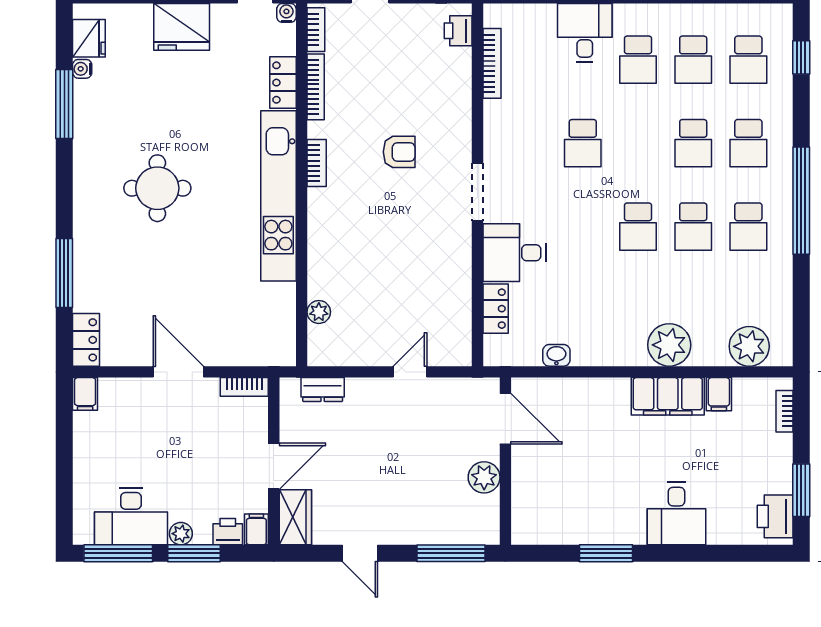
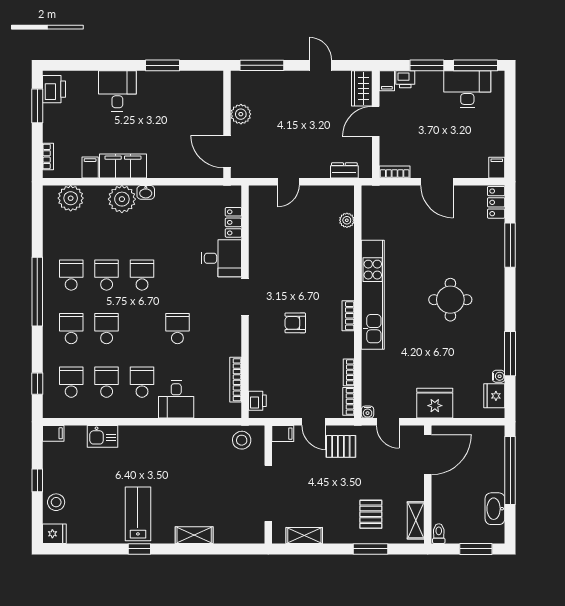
locker: (283, 83) -> (370, 367), removed
bookcase: (316, 87) -> (349, 372), width x0.64
washbasin: (556, 355) -> (146, 192), moved
plant: (181, 534) -> (435, 78), removed

